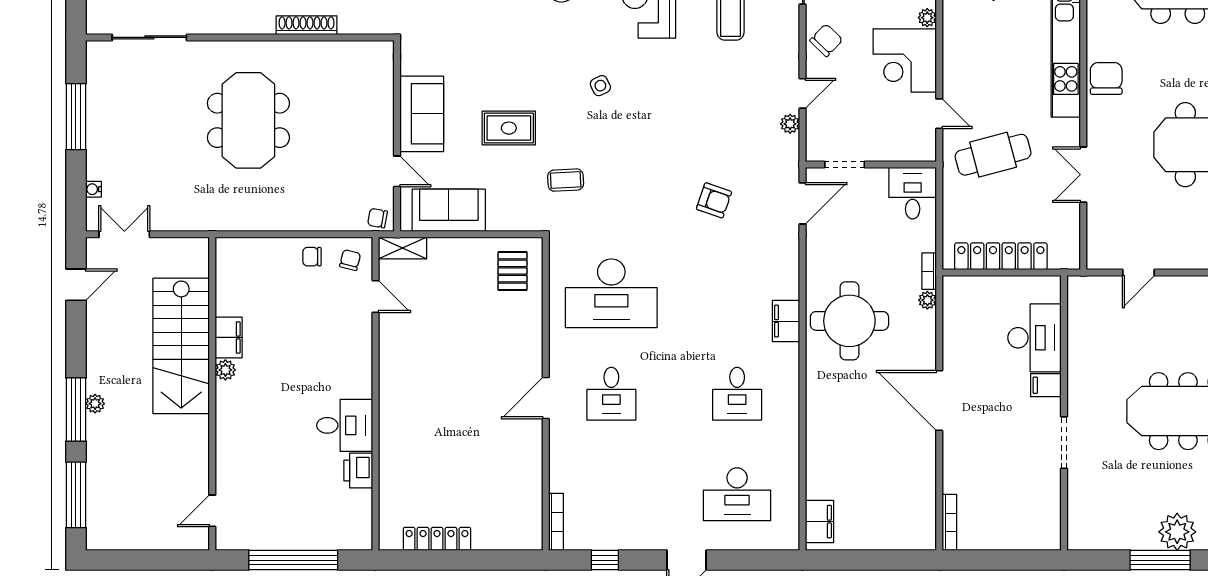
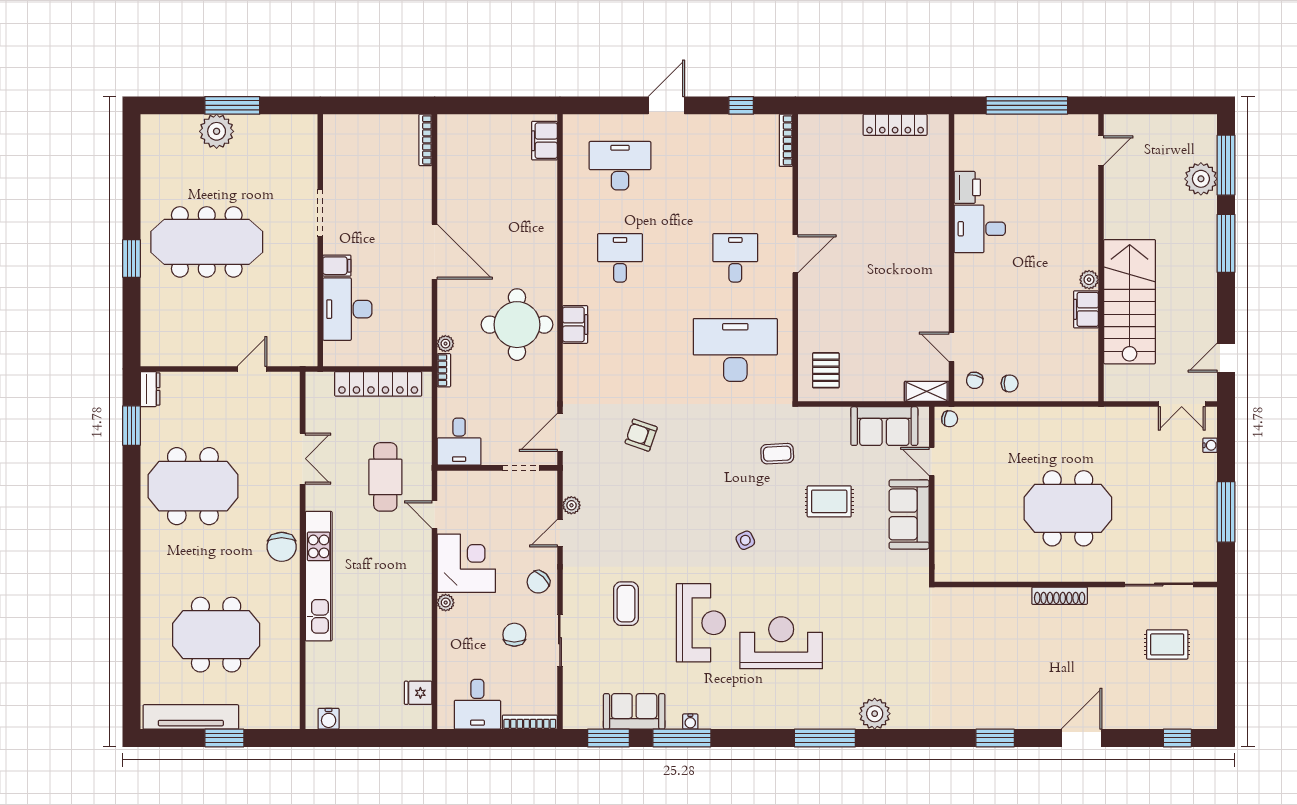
shoe rack: (307, 25) -> (1060, 596), moved
meeting table: (248, 120) -> (1068, 508), turned 90
cafe table: (993, 155) -> (385, 477), turned -75
plant: (95, 404) -> (1201, 179), moved, width x1.88, depth x1.88

